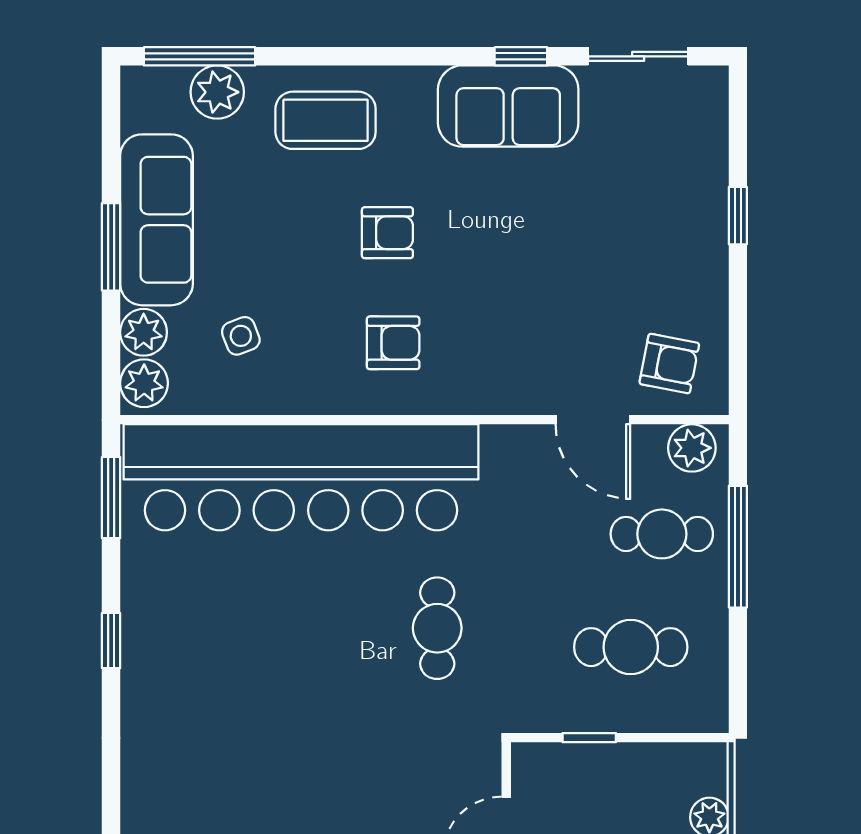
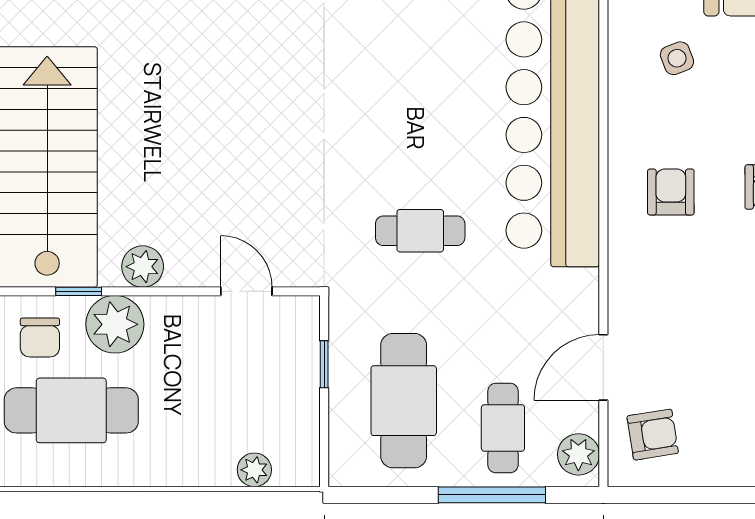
armchair: (393, 343) -> (671, 192), turned 180
armchair: (669, 364) -> (653, 435), turned -110
cafe table: (631, 647) -> (404, 401), width x1.37, depth x1.35

